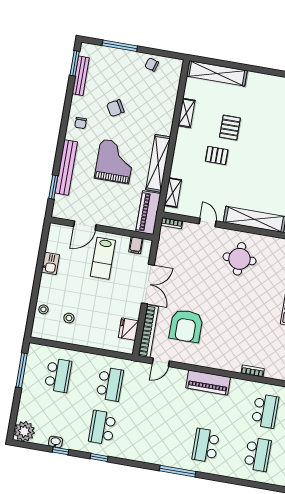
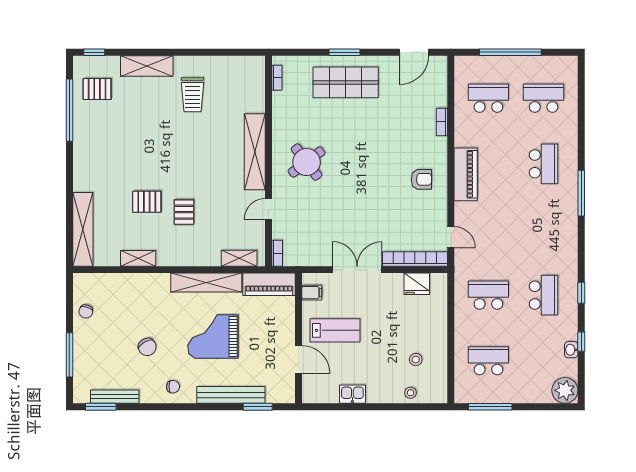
round table: (239, 259) -> (307, 162), turned -37
armchair: (186, 326) -> (421, 179), moved, width x0.53, depth x0.53
school desk: (102, 428) -> (544, 295), turned -90
school desk: (206, 445) -> (544, 164), turned -90

